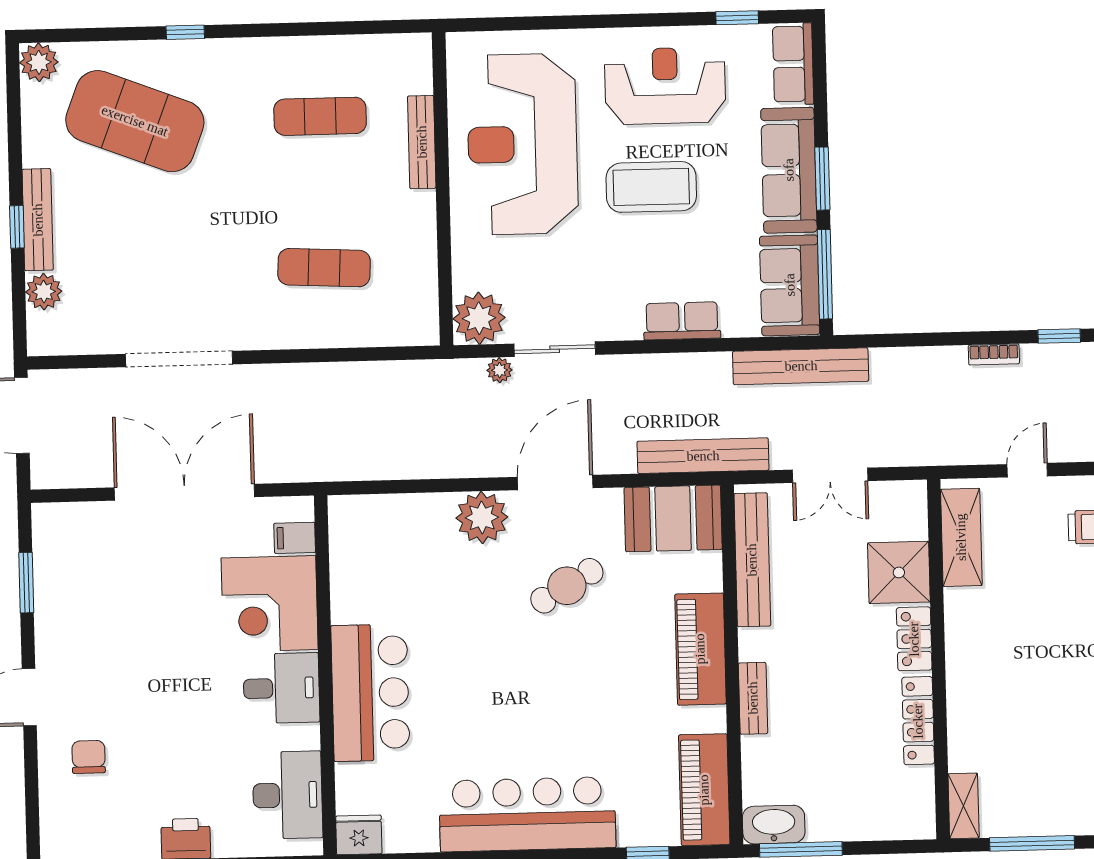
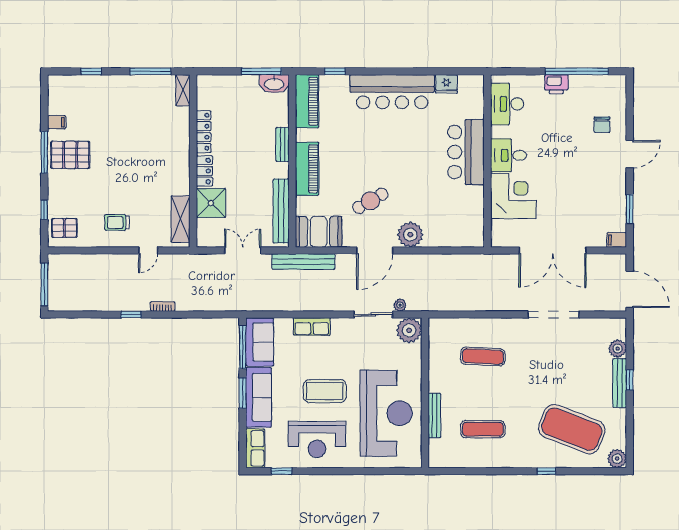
bench: (801, 366) -> (255, 303), removed
filing cabinet: (295, 538) -> (617, 240), moved, turned 180
fridge: (359, 835) -> (446, 84), moved

